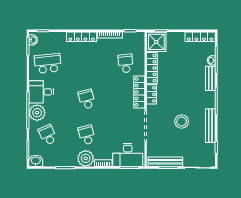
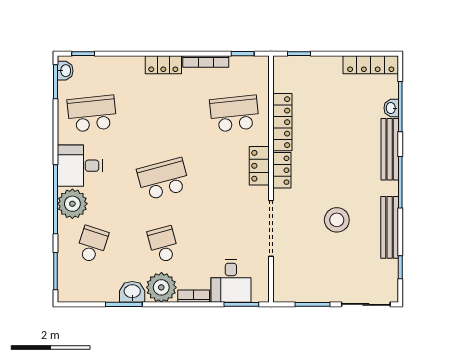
locker: (82, 37) -> (163, 65), width x0.66
shower: (156, 42) -> (291, 74), removed
school desk: (126, 63) -> (235, 114), width x1.85
bench: (210, 78) -> (390, 149), width x1.36
locker: (139, 92) -> (259, 166), width x0.66
school desk: (87, 99) -> (163, 179), width x1.85
school desk: (48, 135) -> (92, 244), turned 42
desk: (128, 155) -> (231, 281), width x0.73
washbasin: (36, 161) -> (132, 292), moved
bench: (165, 162) -> (307, 294), removed

